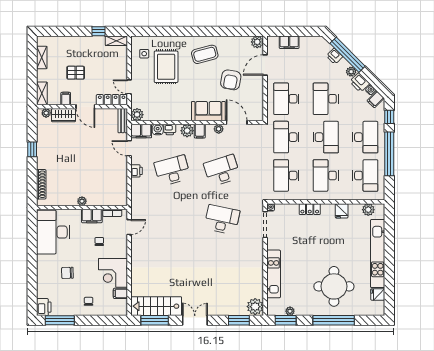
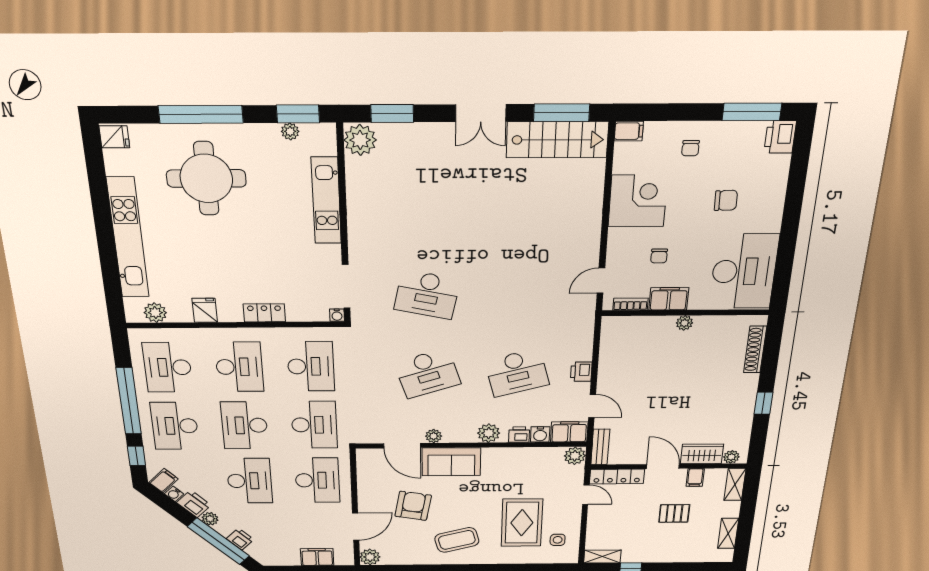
filing cabinet: (200, 131) -> (467, 432), removed
filing cabinet: (120, 293) -> (629, 131), moved
fridge: (378, 294) -> (114, 137), moved

